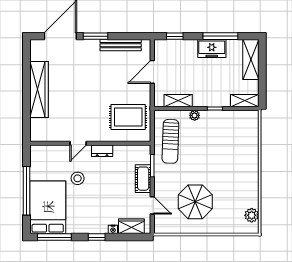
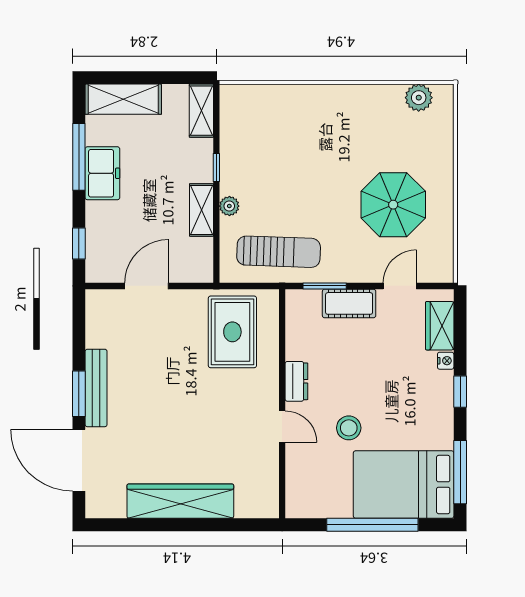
bench: (121, 45) -> (96, 388), moved
door: (152, 72) -> (147, 286), swing flipped
shelving: (178, 101) -> (201, 210), moved

